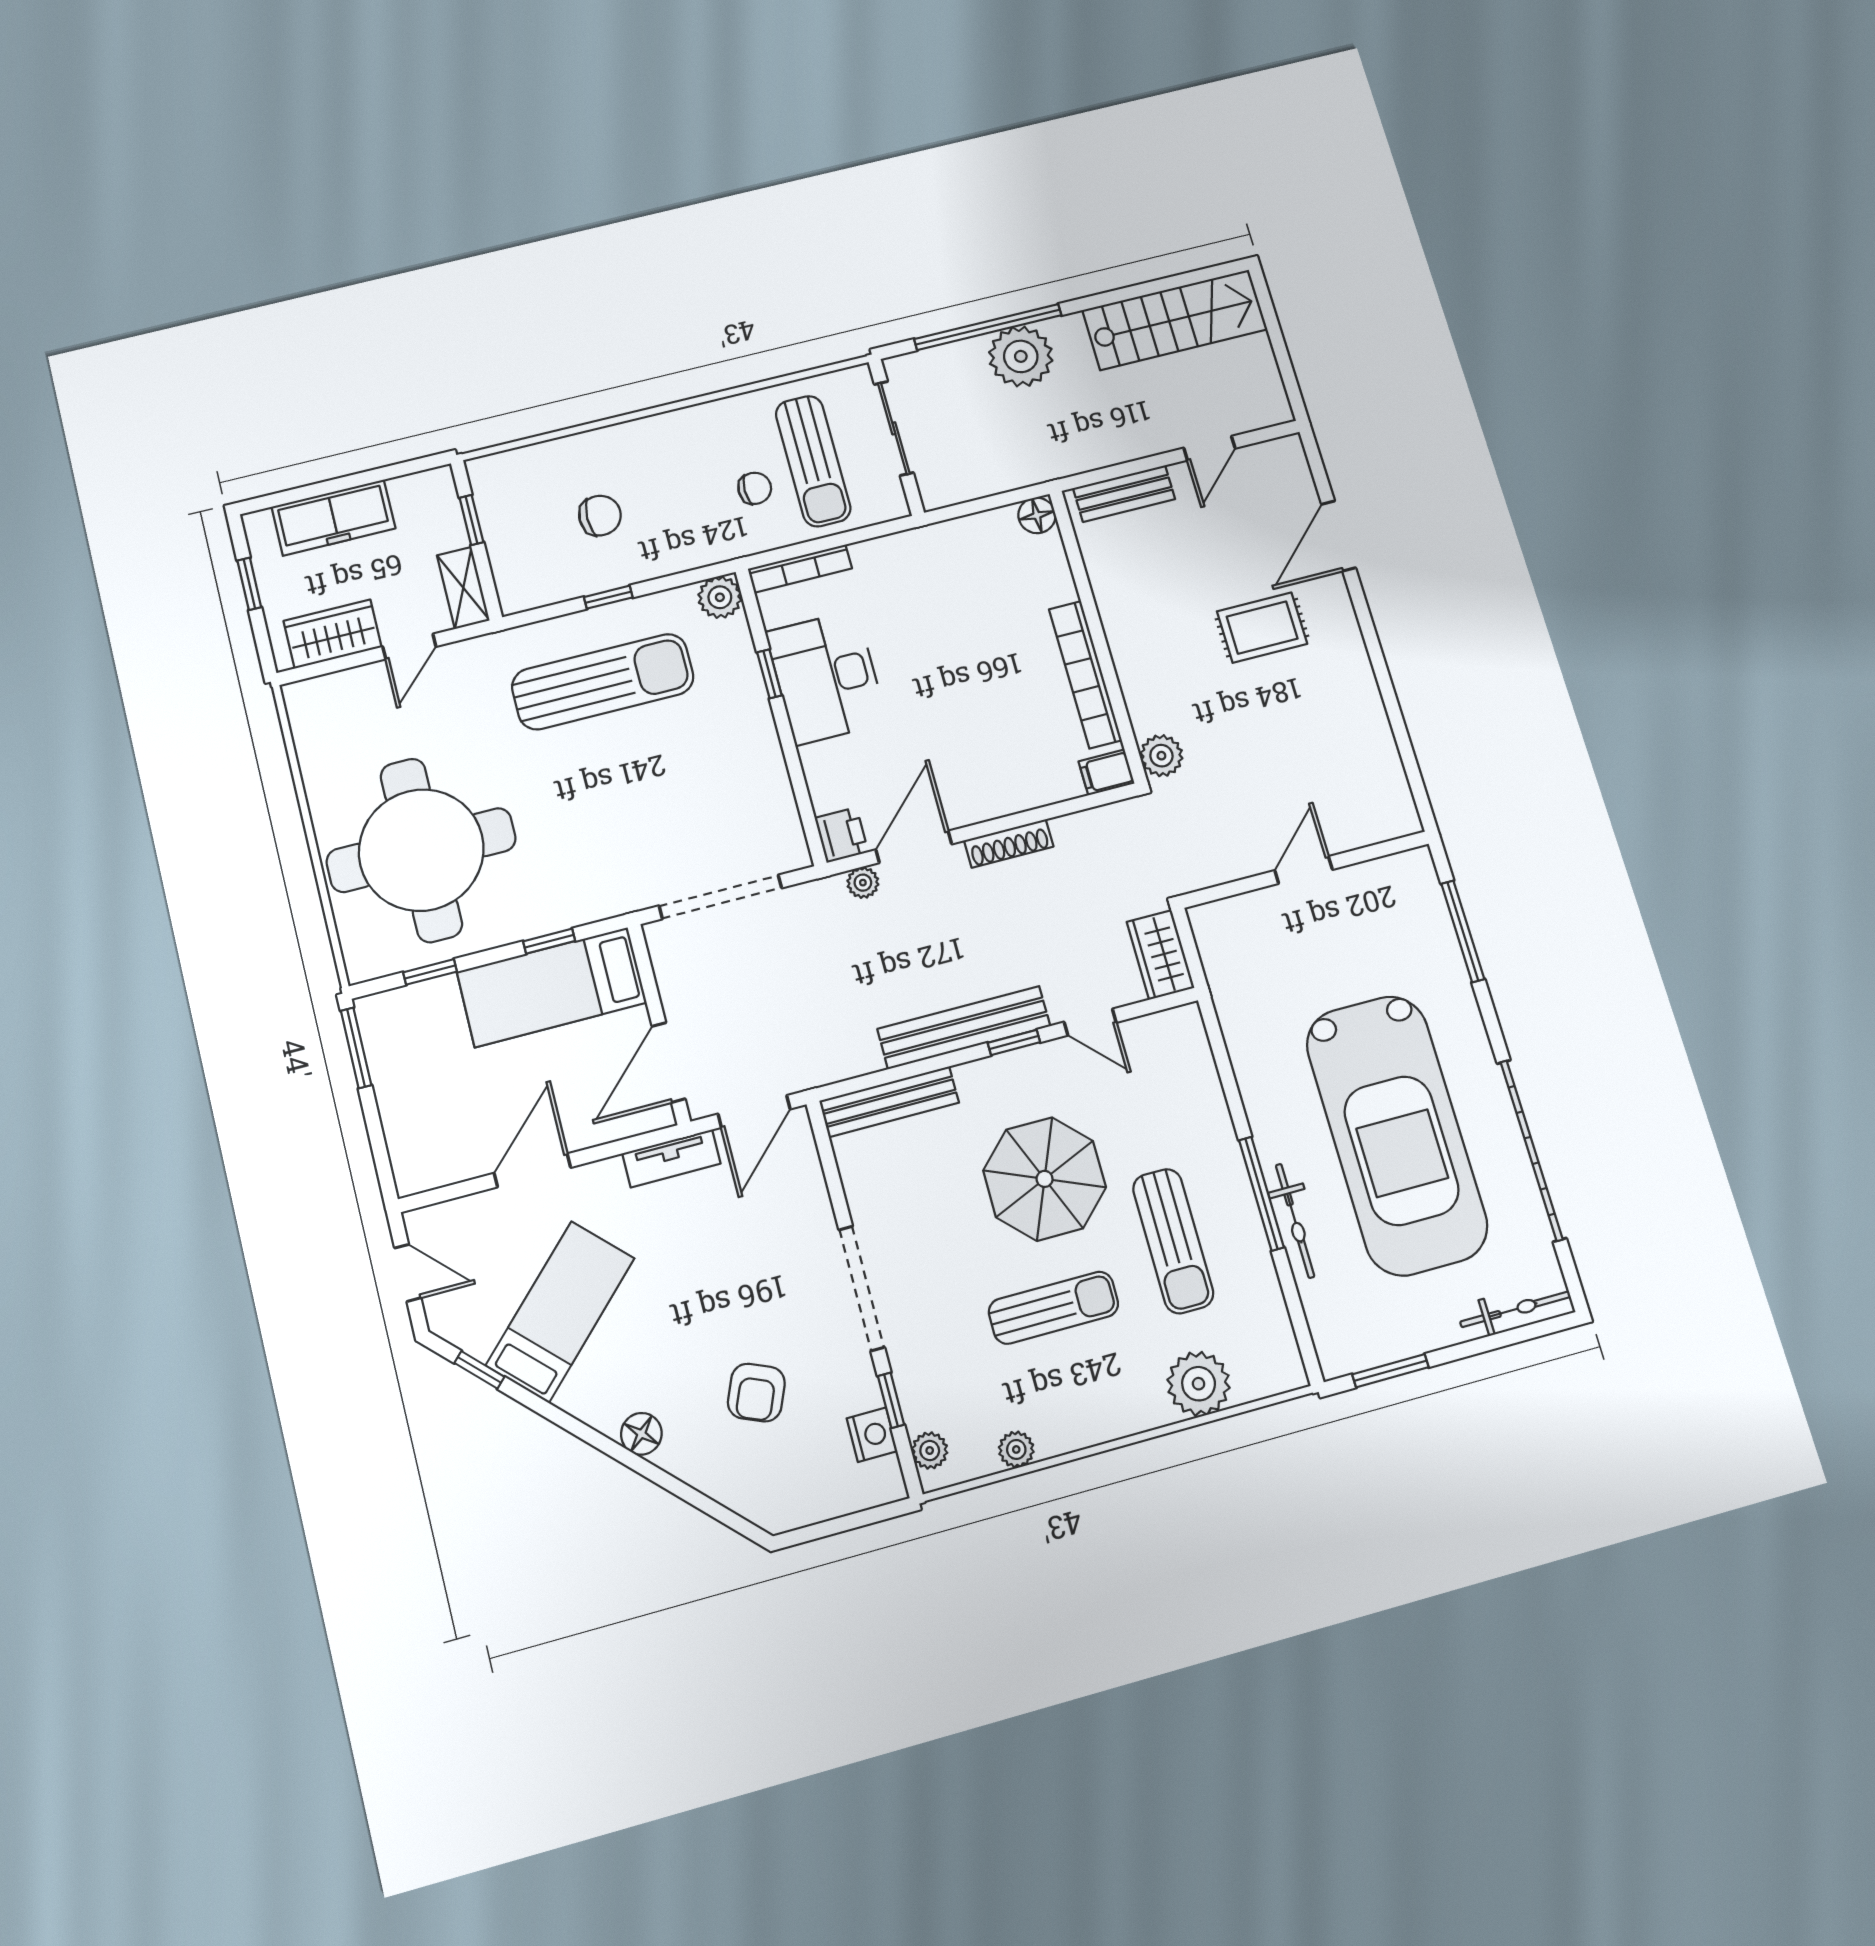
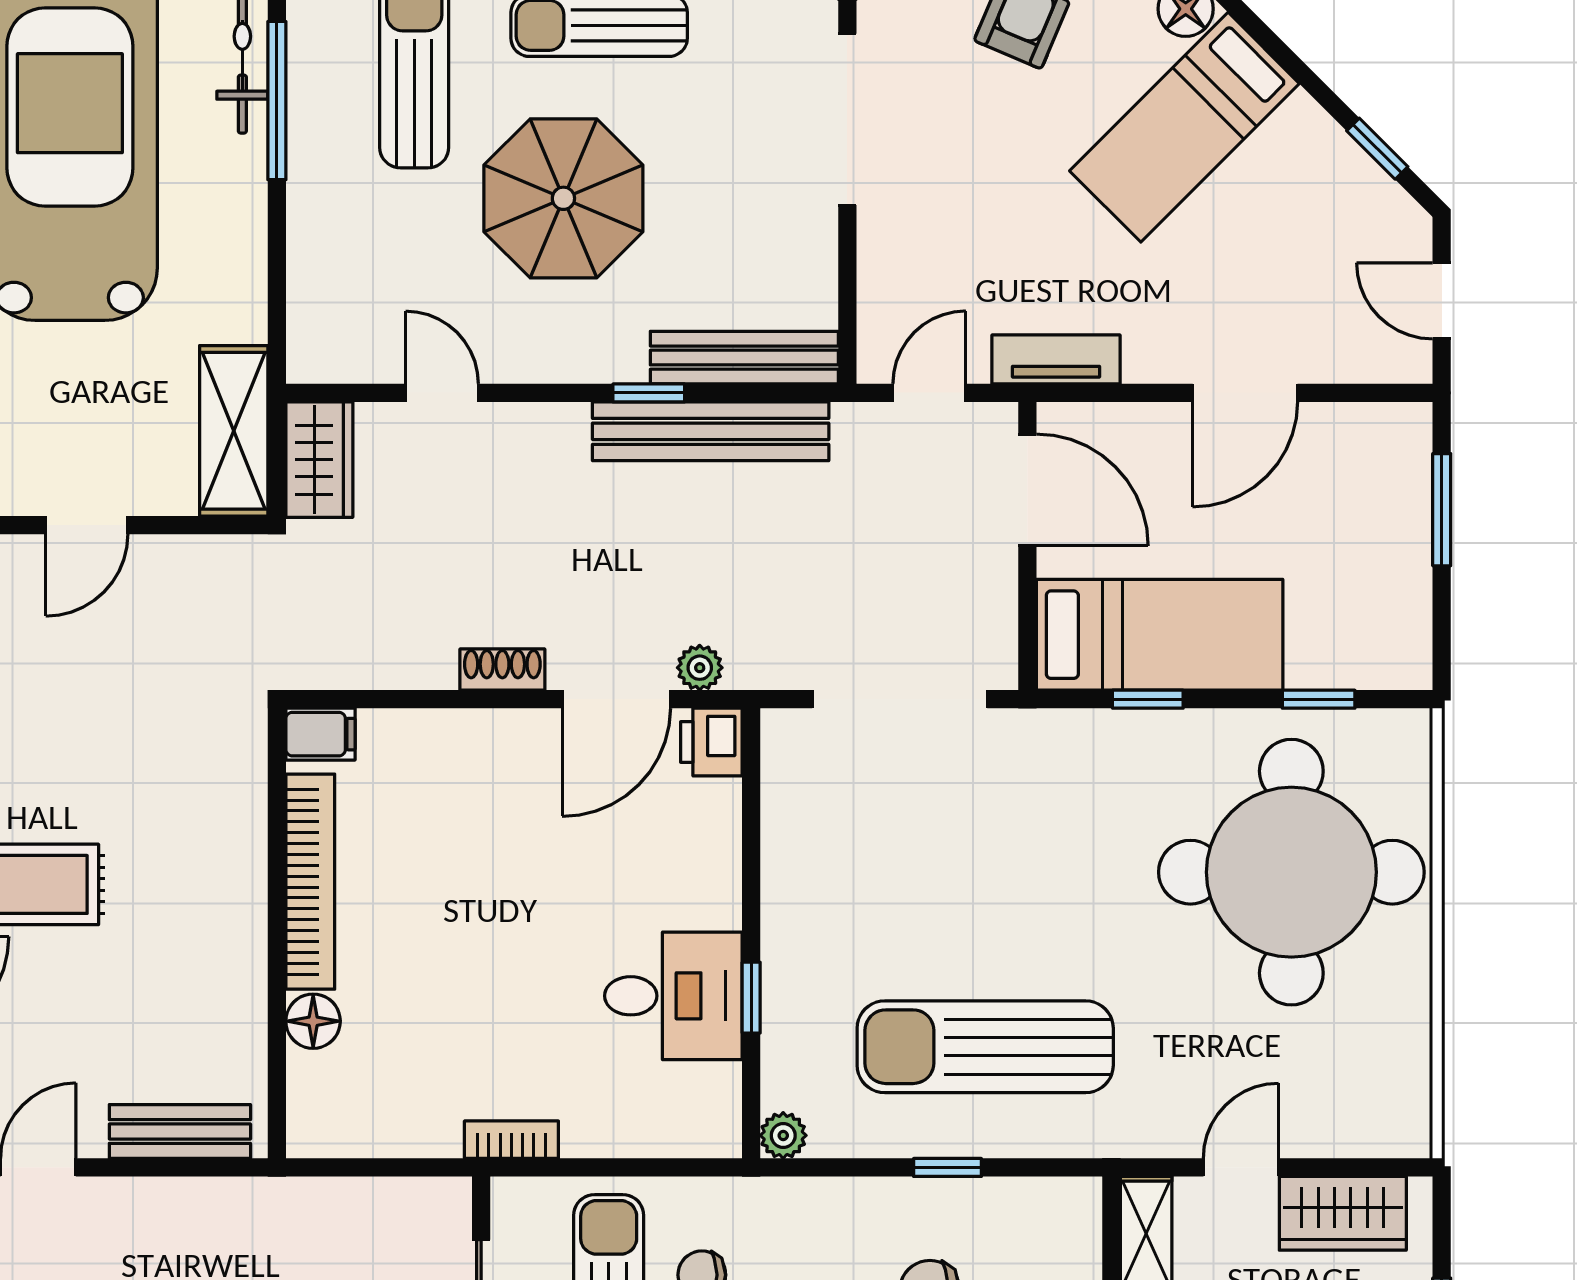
floor lamp: (1037, 515) -> (313, 1021), moved
bookcase: (800, 569) -> (511, 1140), moved, width x0.64
plant: (720, 597) -> (783, 1135), width x0.73, depth x0.73
desk: (826, 677) -> (673, 996), width x0.73
plant: (1161, 756) -> (237, 738), removed
shoe rack: (1009, 843) -> (502, 670), width x0.70
shelving: (1224, 959) -> (234, 431), added
bench: (964, 1028) -> (711, 431), moved
window: (1014, 1042) -> (649, 393), moved
window: (356, 1048) -> (1442, 510), moved
door: (669, 1062) -> (1027, 490), hinge flipped
door: (754, 1111) -> (929, 393), width x0.73
bed: (560, 1312) -> (1184, 127), moved

